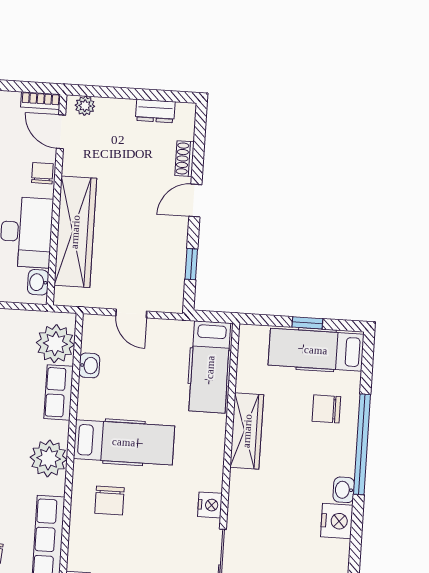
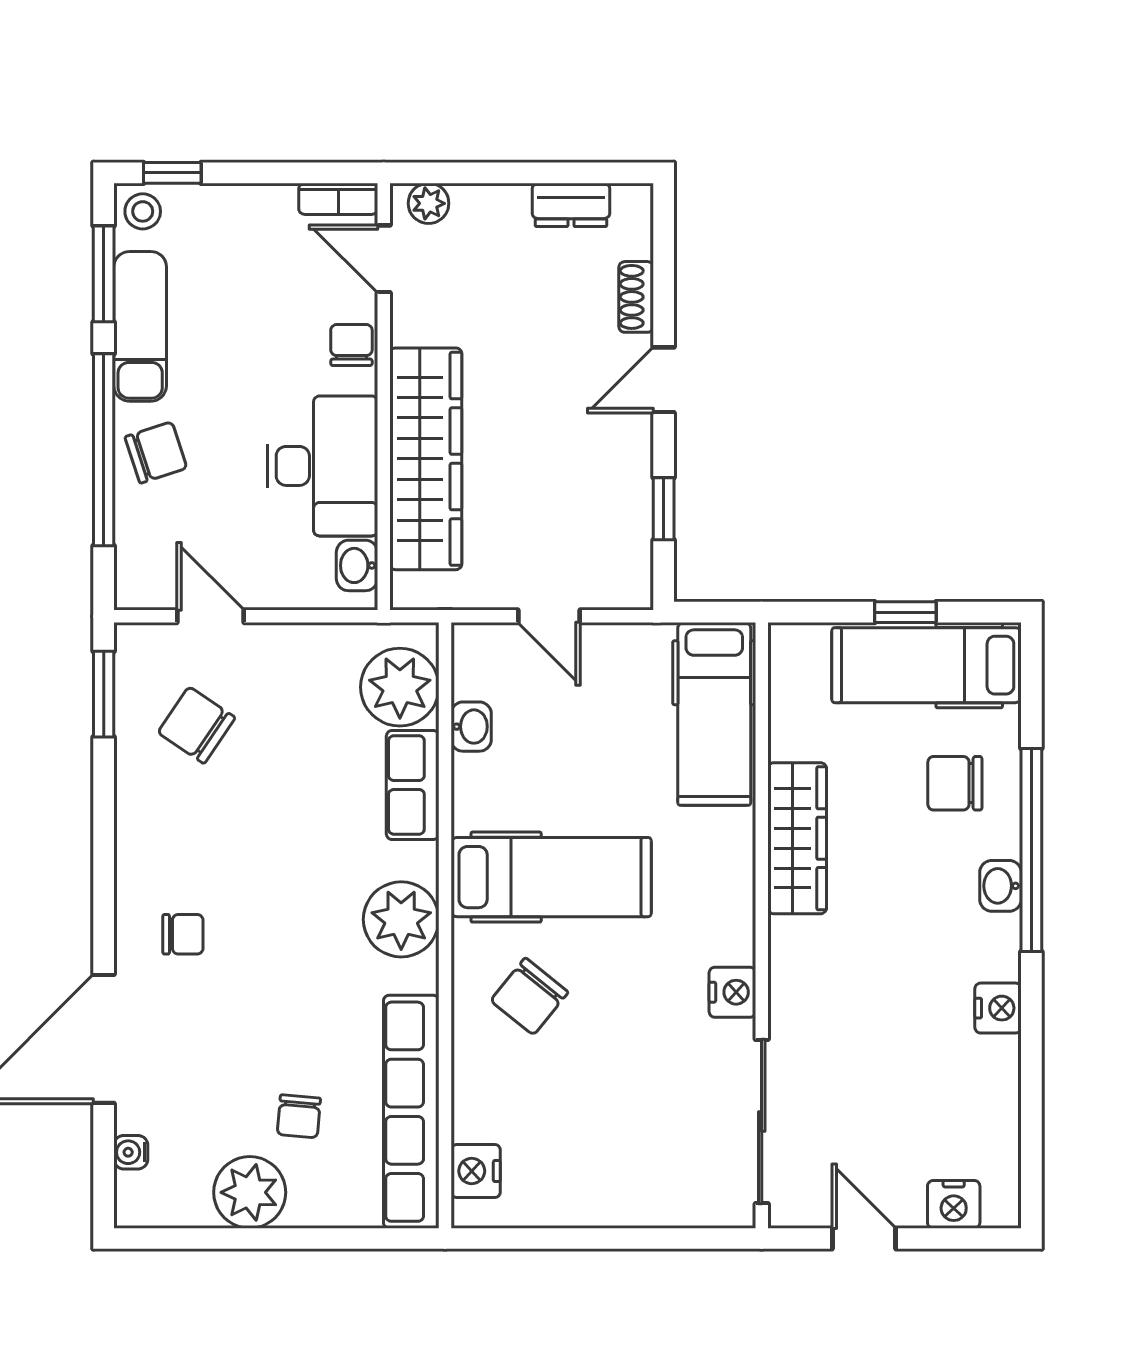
washbasin: (344, 490) -> (1001, 886), moved
chair: (109, 501) -> (529, 996), turned 39
nightstand: (337, 521) -> (998, 1008), width x0.74, depth x0.75

